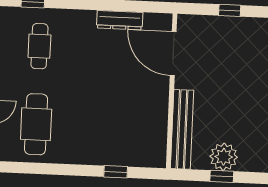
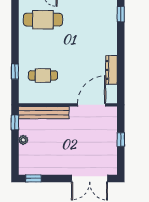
cafe table: (39, 46) -> (43, 75), moved
plant: (224, 157) -> (23, 140), width x0.53, depth x0.53
window: (222, 176) -> (15, 122), moved

